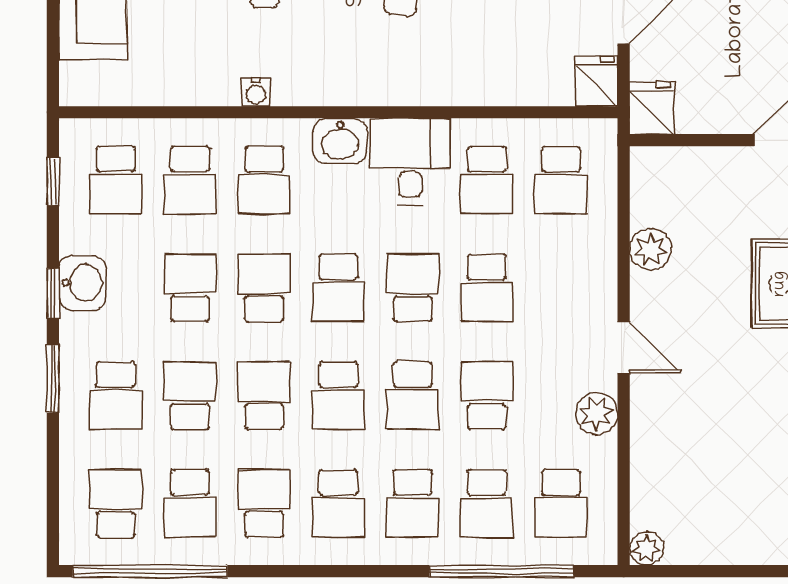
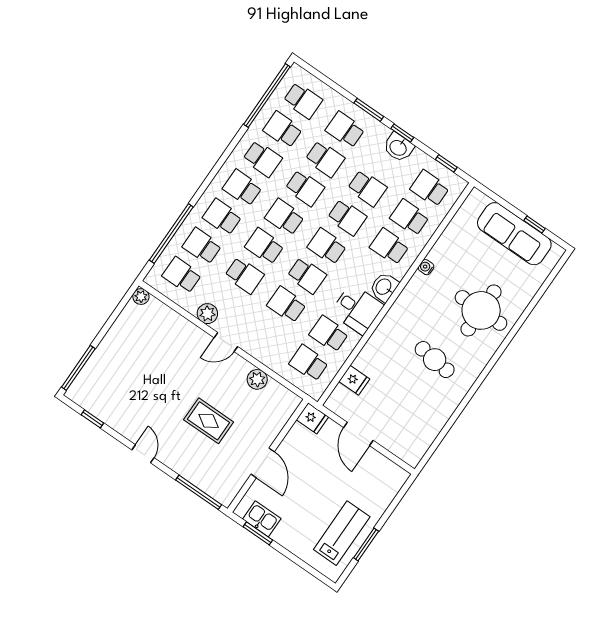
fridge: (597, 81) -> (354, 380), moved

